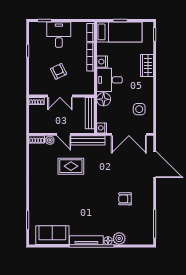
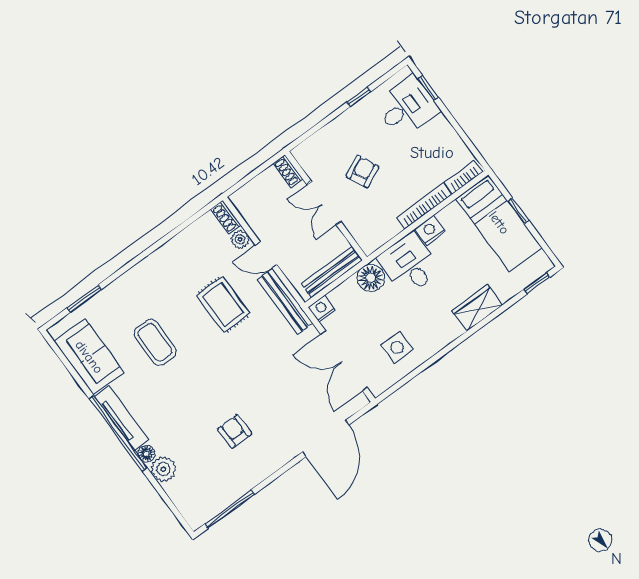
desk: (59, 35) -> (407, 107), moved
door: (64, 134) -> (266, 255), hinge flipped
coffee table: (66, 205) -> (155, 342), added

